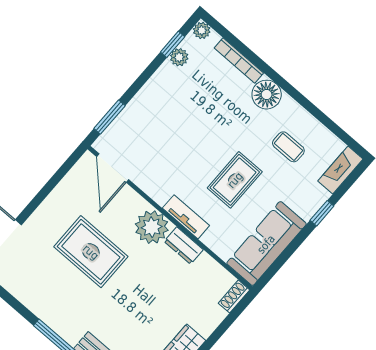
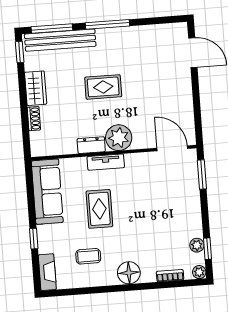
bookcase: (239, 60) -> (170, 276), width x0.64
rug: (91, 252) -> (103, 87), moved, width x0.73, depth x0.70
shoe rack: (234, 297) -> (34, 119), moved

